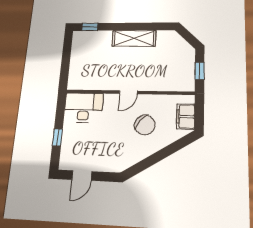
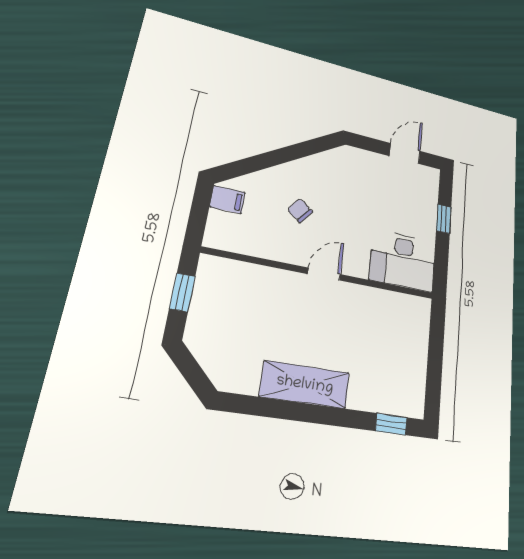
filing cabinet: (186, 117) -> (227, 200), width x0.50
chair: (145, 125) -> (300, 211), width x0.54, depth x0.54

